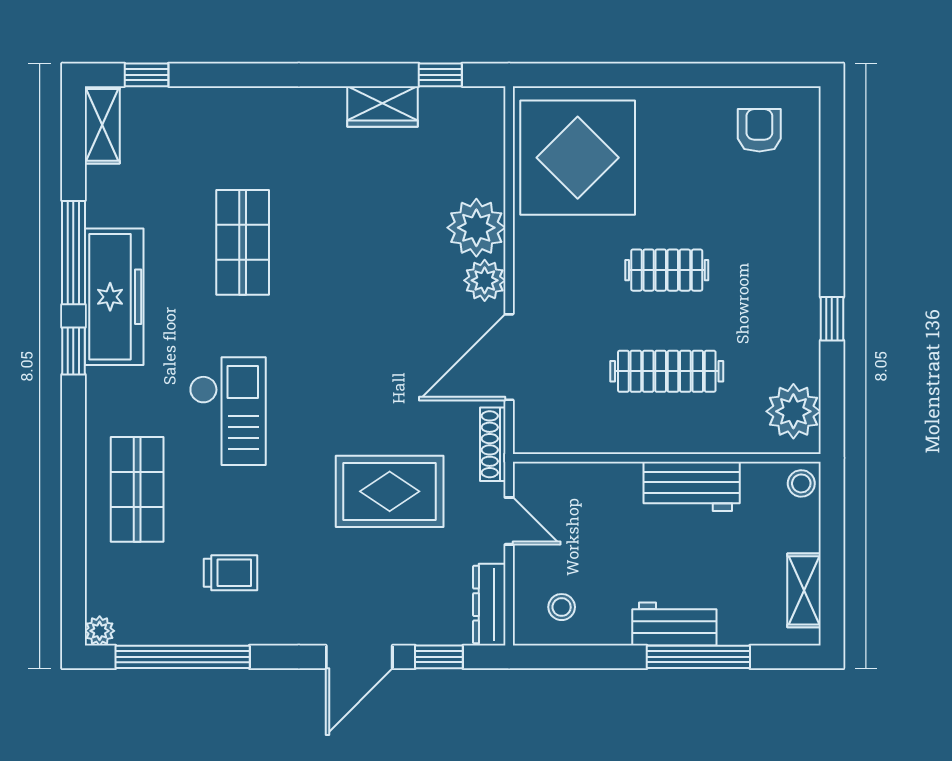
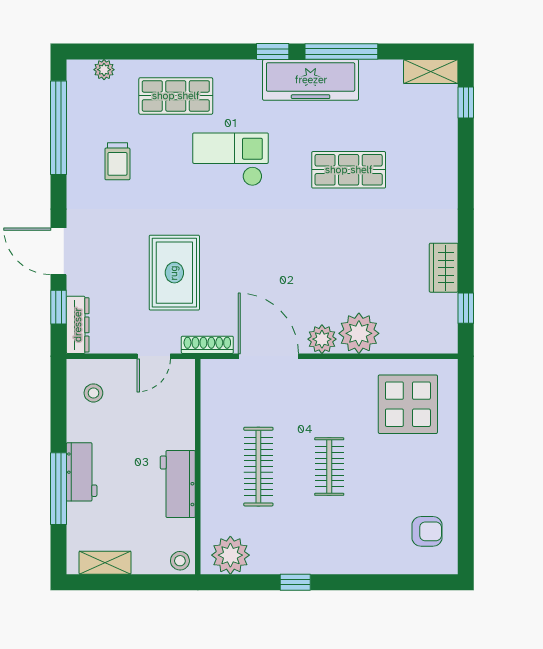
display table: (578, 158) -> (408, 404), width x0.73, depth x0.73
checkout: (228, 411) -> (231, 159), turned 180
dresser: (489, 605) -> (78, 325), moved, turned 90
plant: (100, 631) -> (104, 70), moved

